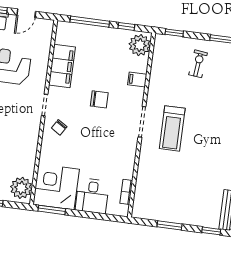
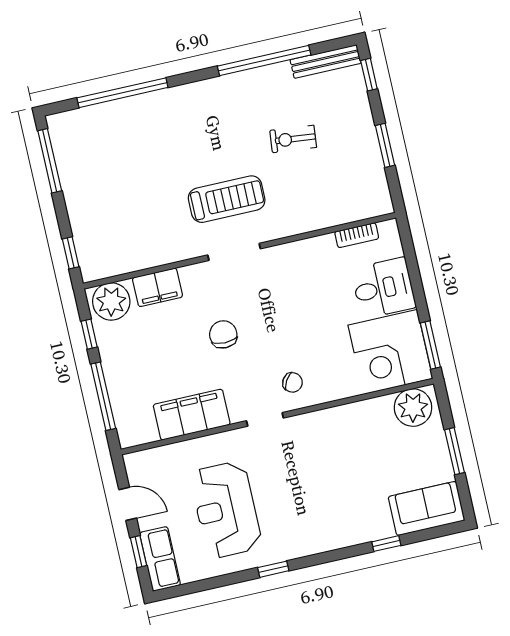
exercise bike: (198, 64) -> (293, 139), moved
filing cabinet: (137, 80) -> (157, 287), width x2.00

